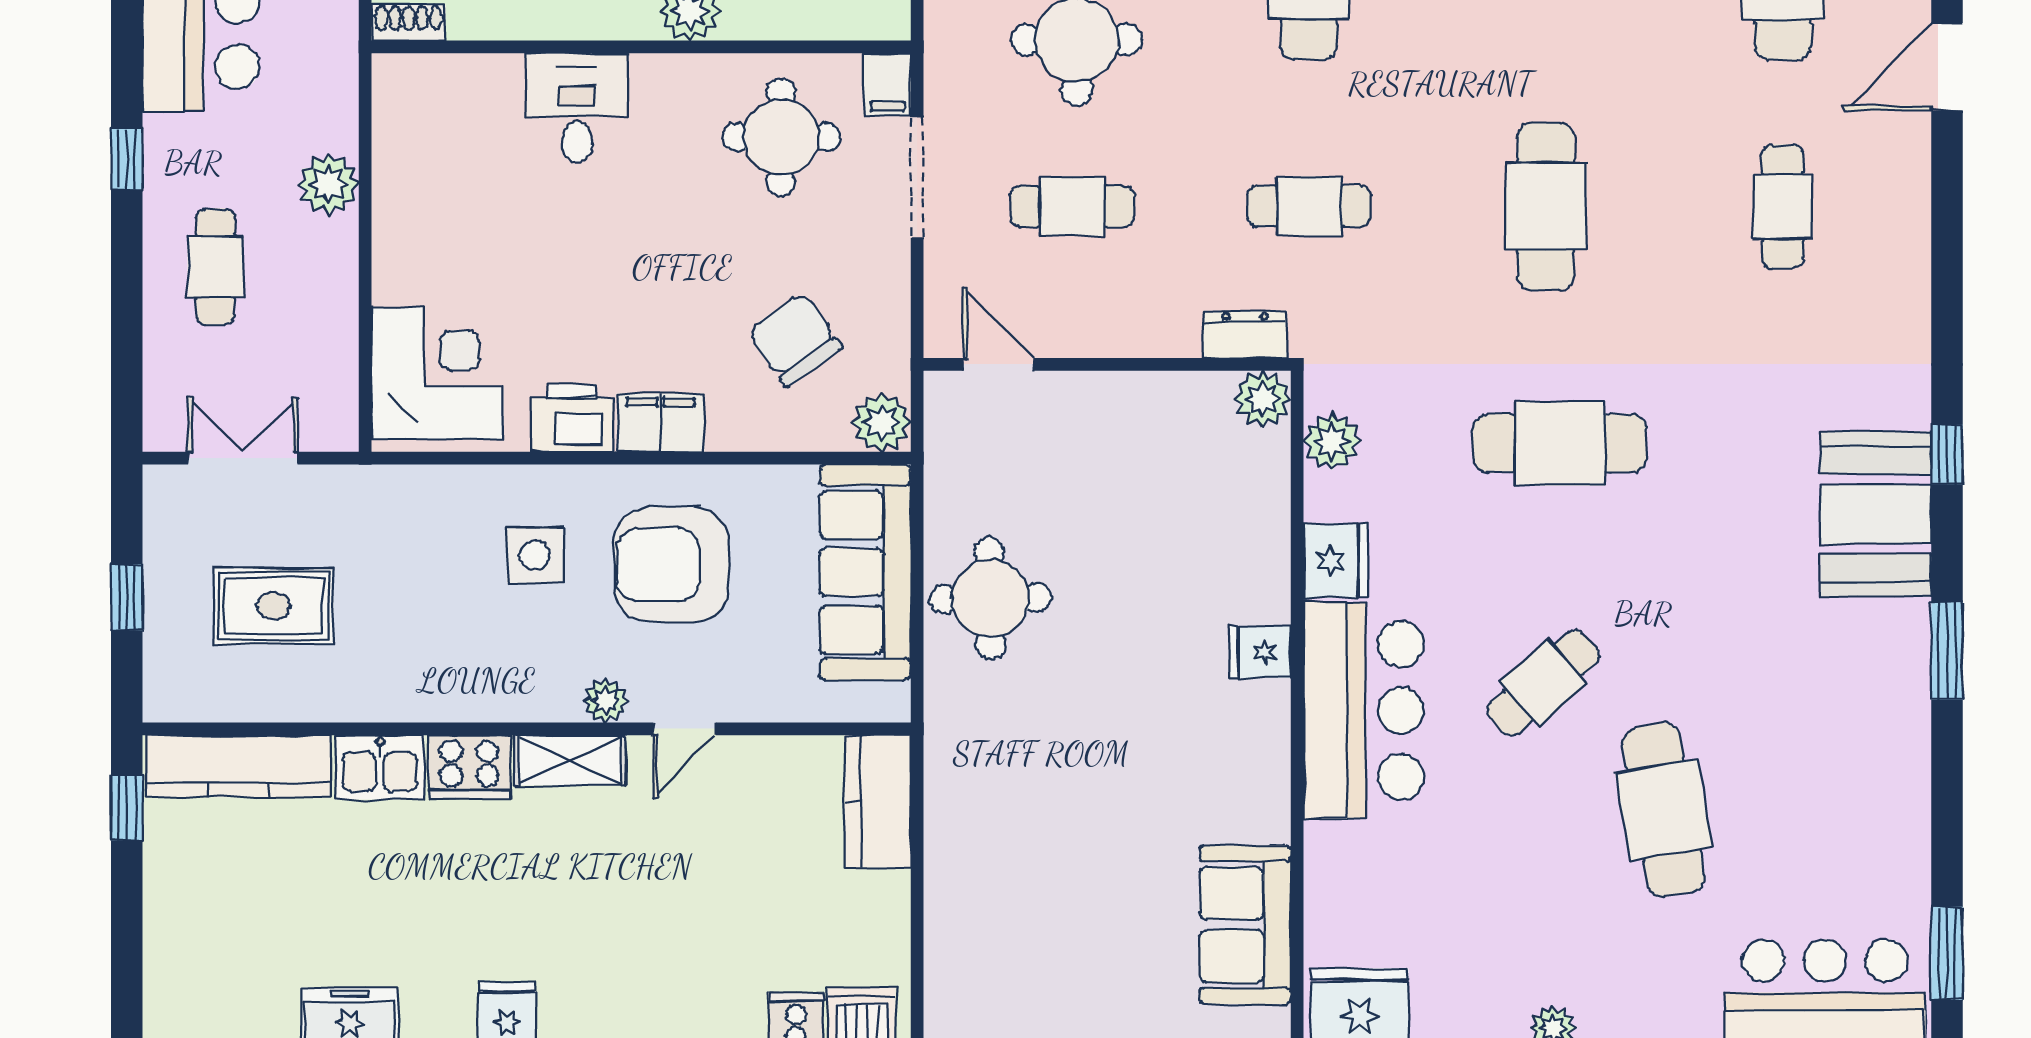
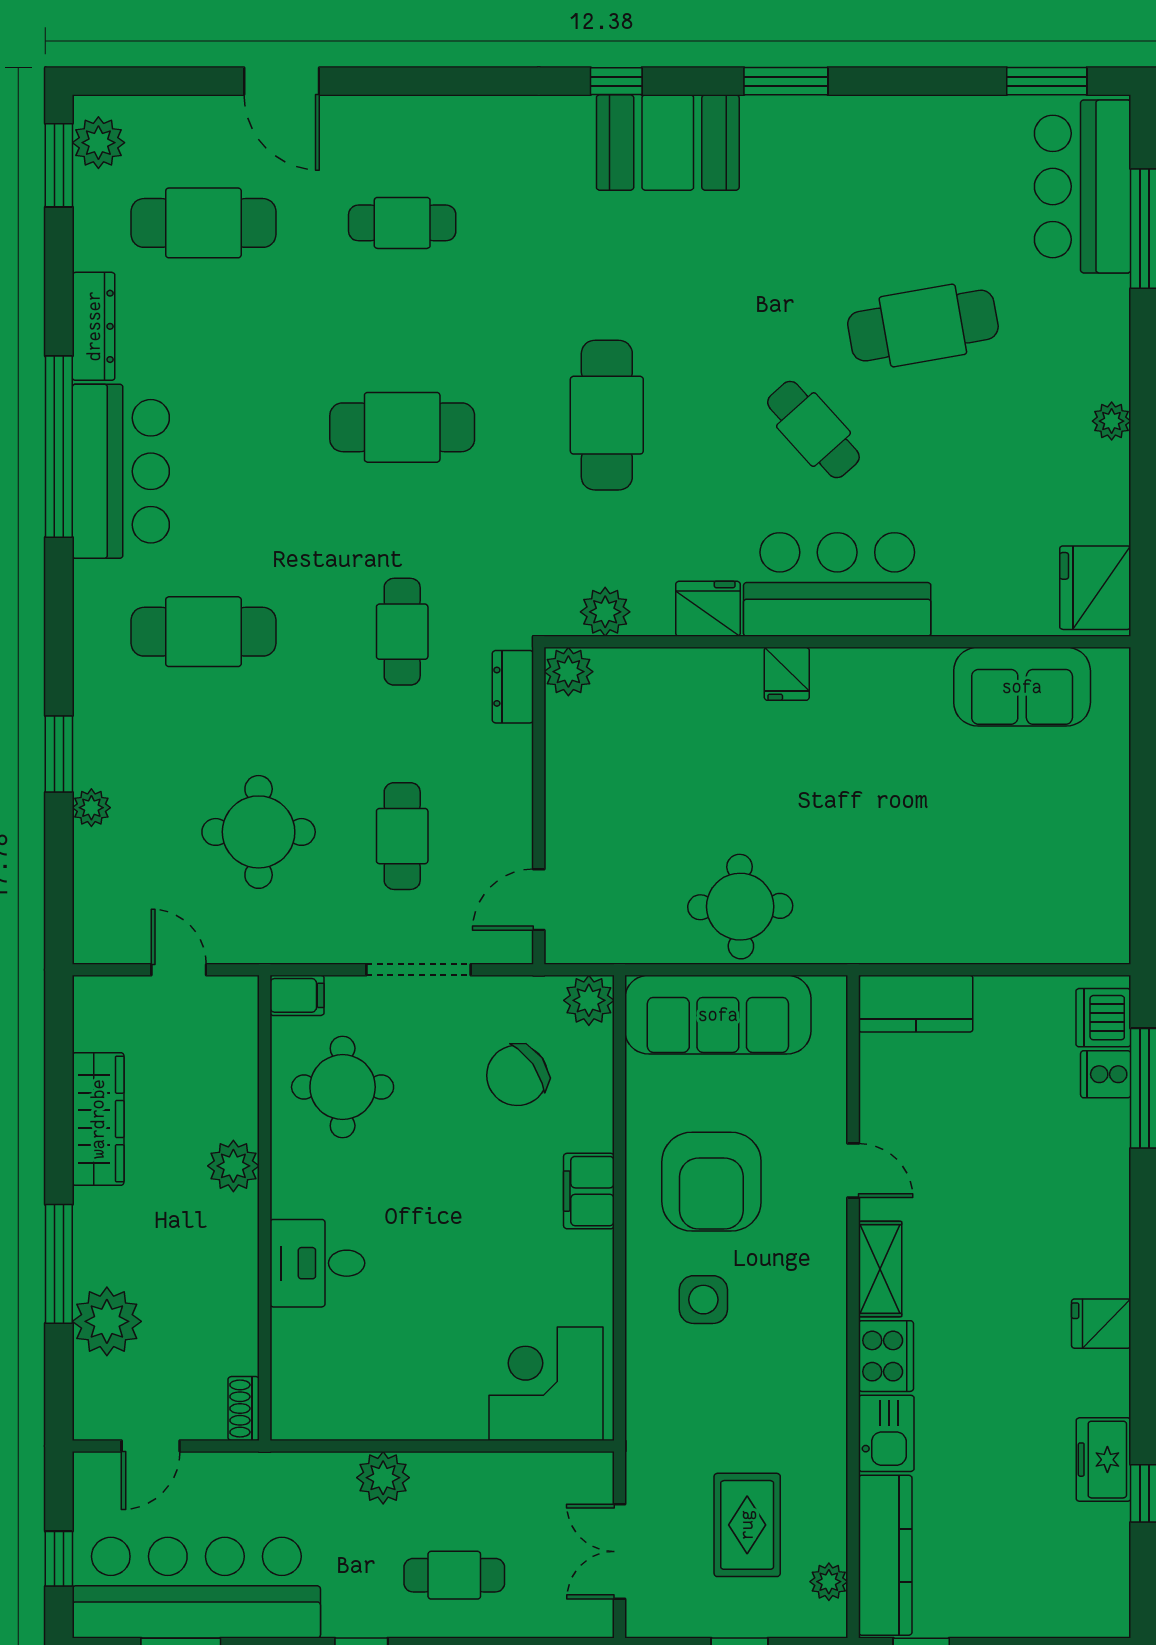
doorway: (917, 177) -> (418, 970), moved
printer: (572, 418) -> (585, 1268), removed
plant: (605, 701) -> (829, 1582), moved

